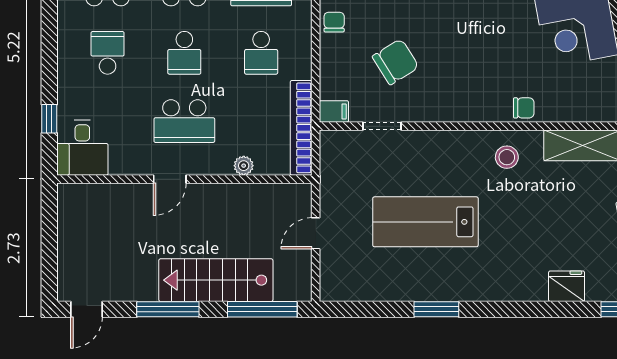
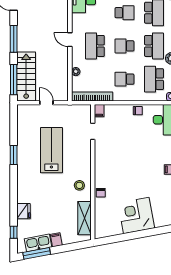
chair: (396, 62) -> (121, 137), removed
stairs: (216, 280) -> (26, 76), moved

